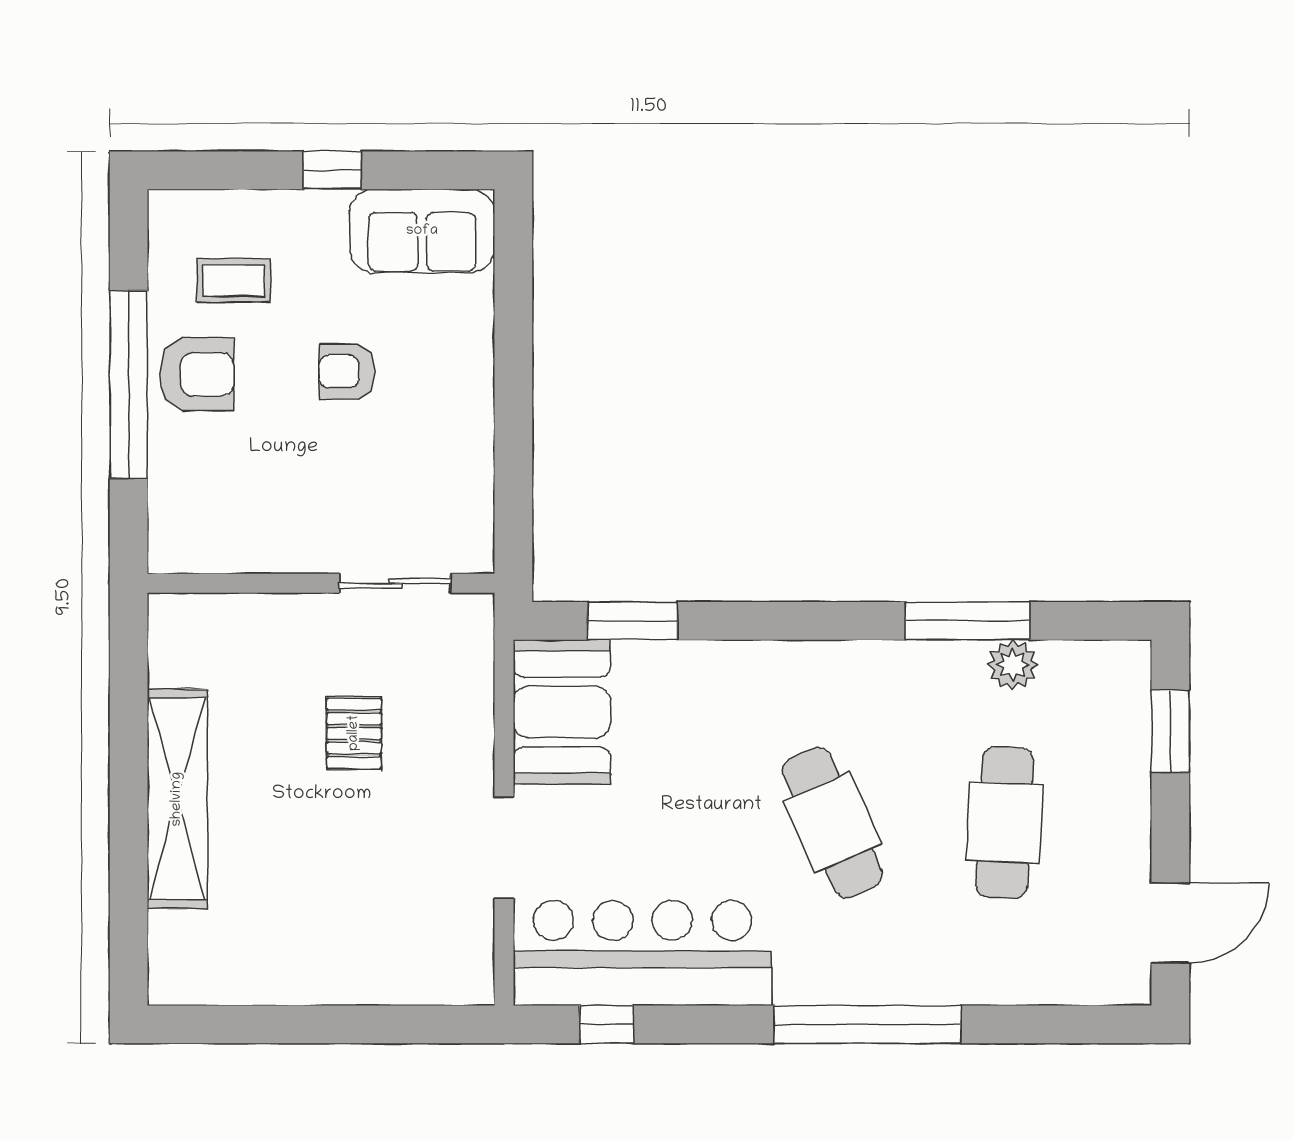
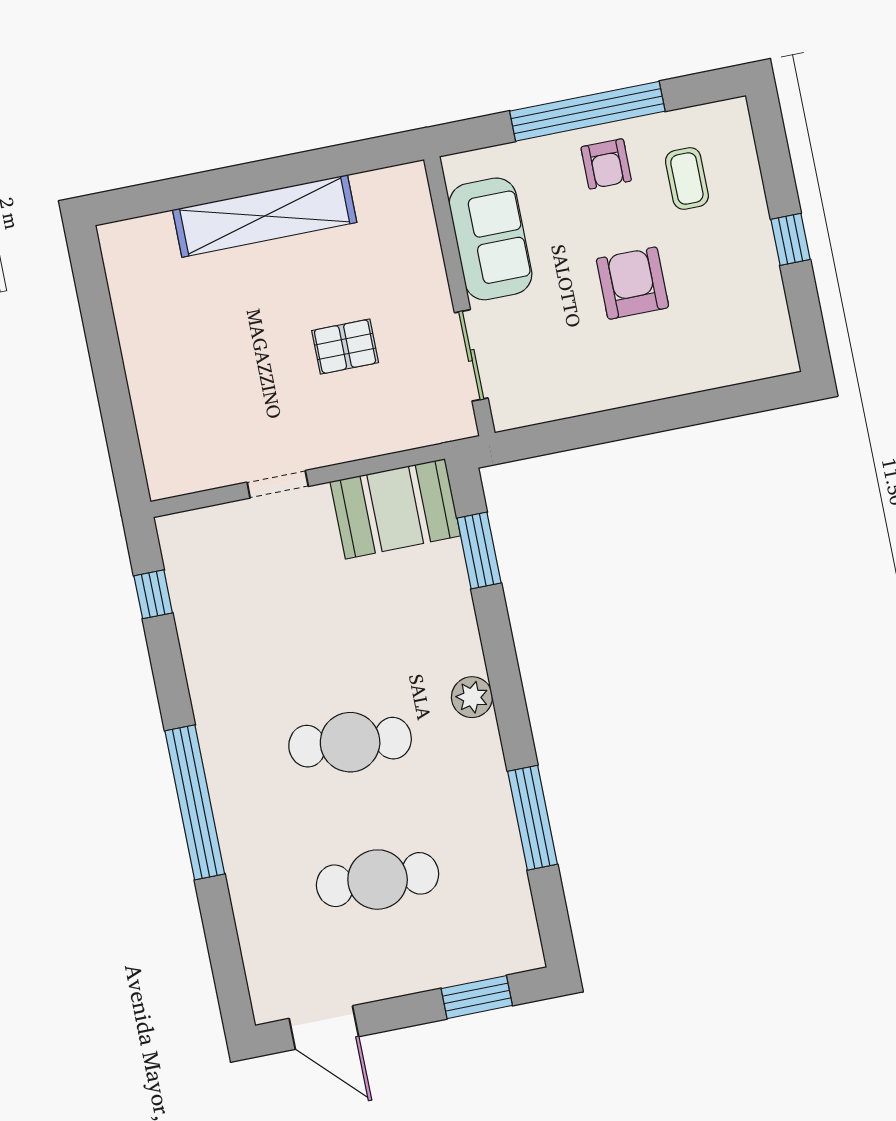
sofa: (422, 231) -> (490, 239), moved, turned 180
armchair: (347, 371) -> (632, 283), width x1.38, depth x1.38
armchair: (197, 374) -> (606, 164), width x0.72, depth x0.72
plant: (1013, 665) -> (472, 697), moved
cafe table: (832, 823) -> (350, 742), turned 30
doorway: (504, 848) -> (278, 484), width x0.73
bar counter: (642, 953) -> (216, 611), removed

